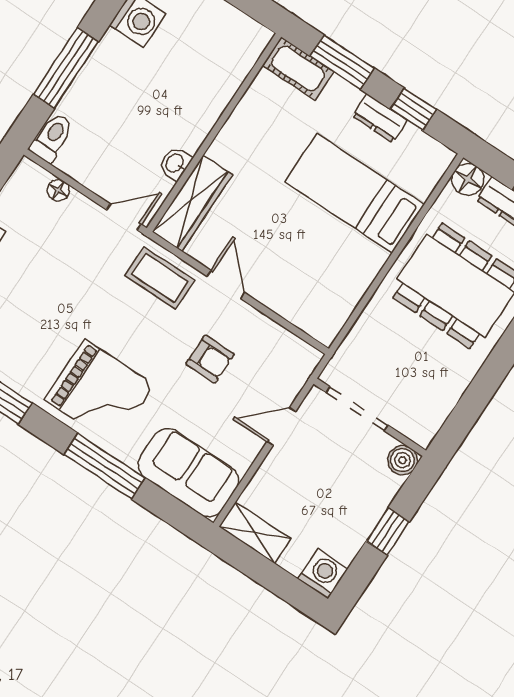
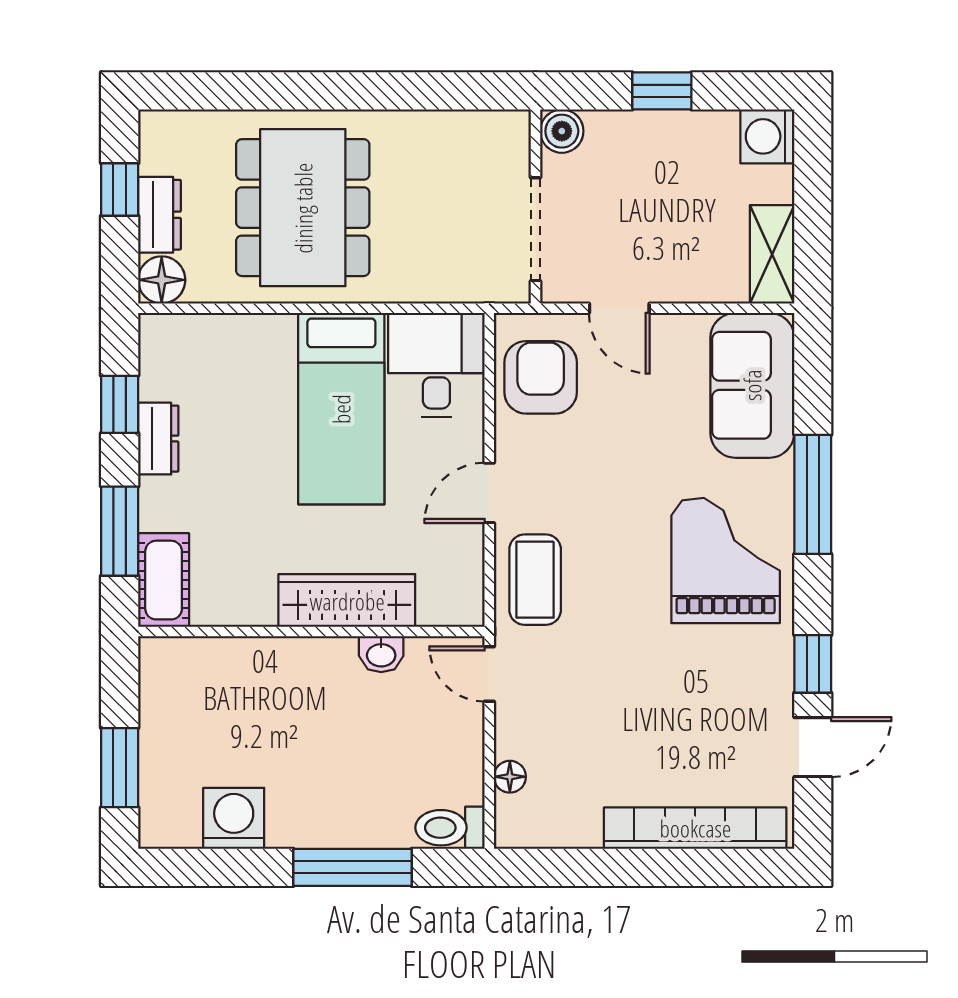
bed: (354, 193) -> (341, 409), moved
wardrobe: (192, 203) -> (347, 601), moved
desk: (318, 302) -> (436, 365), added
armchair: (210, 359) -> (541, 377), moved, width x1.38, depth x1.38

